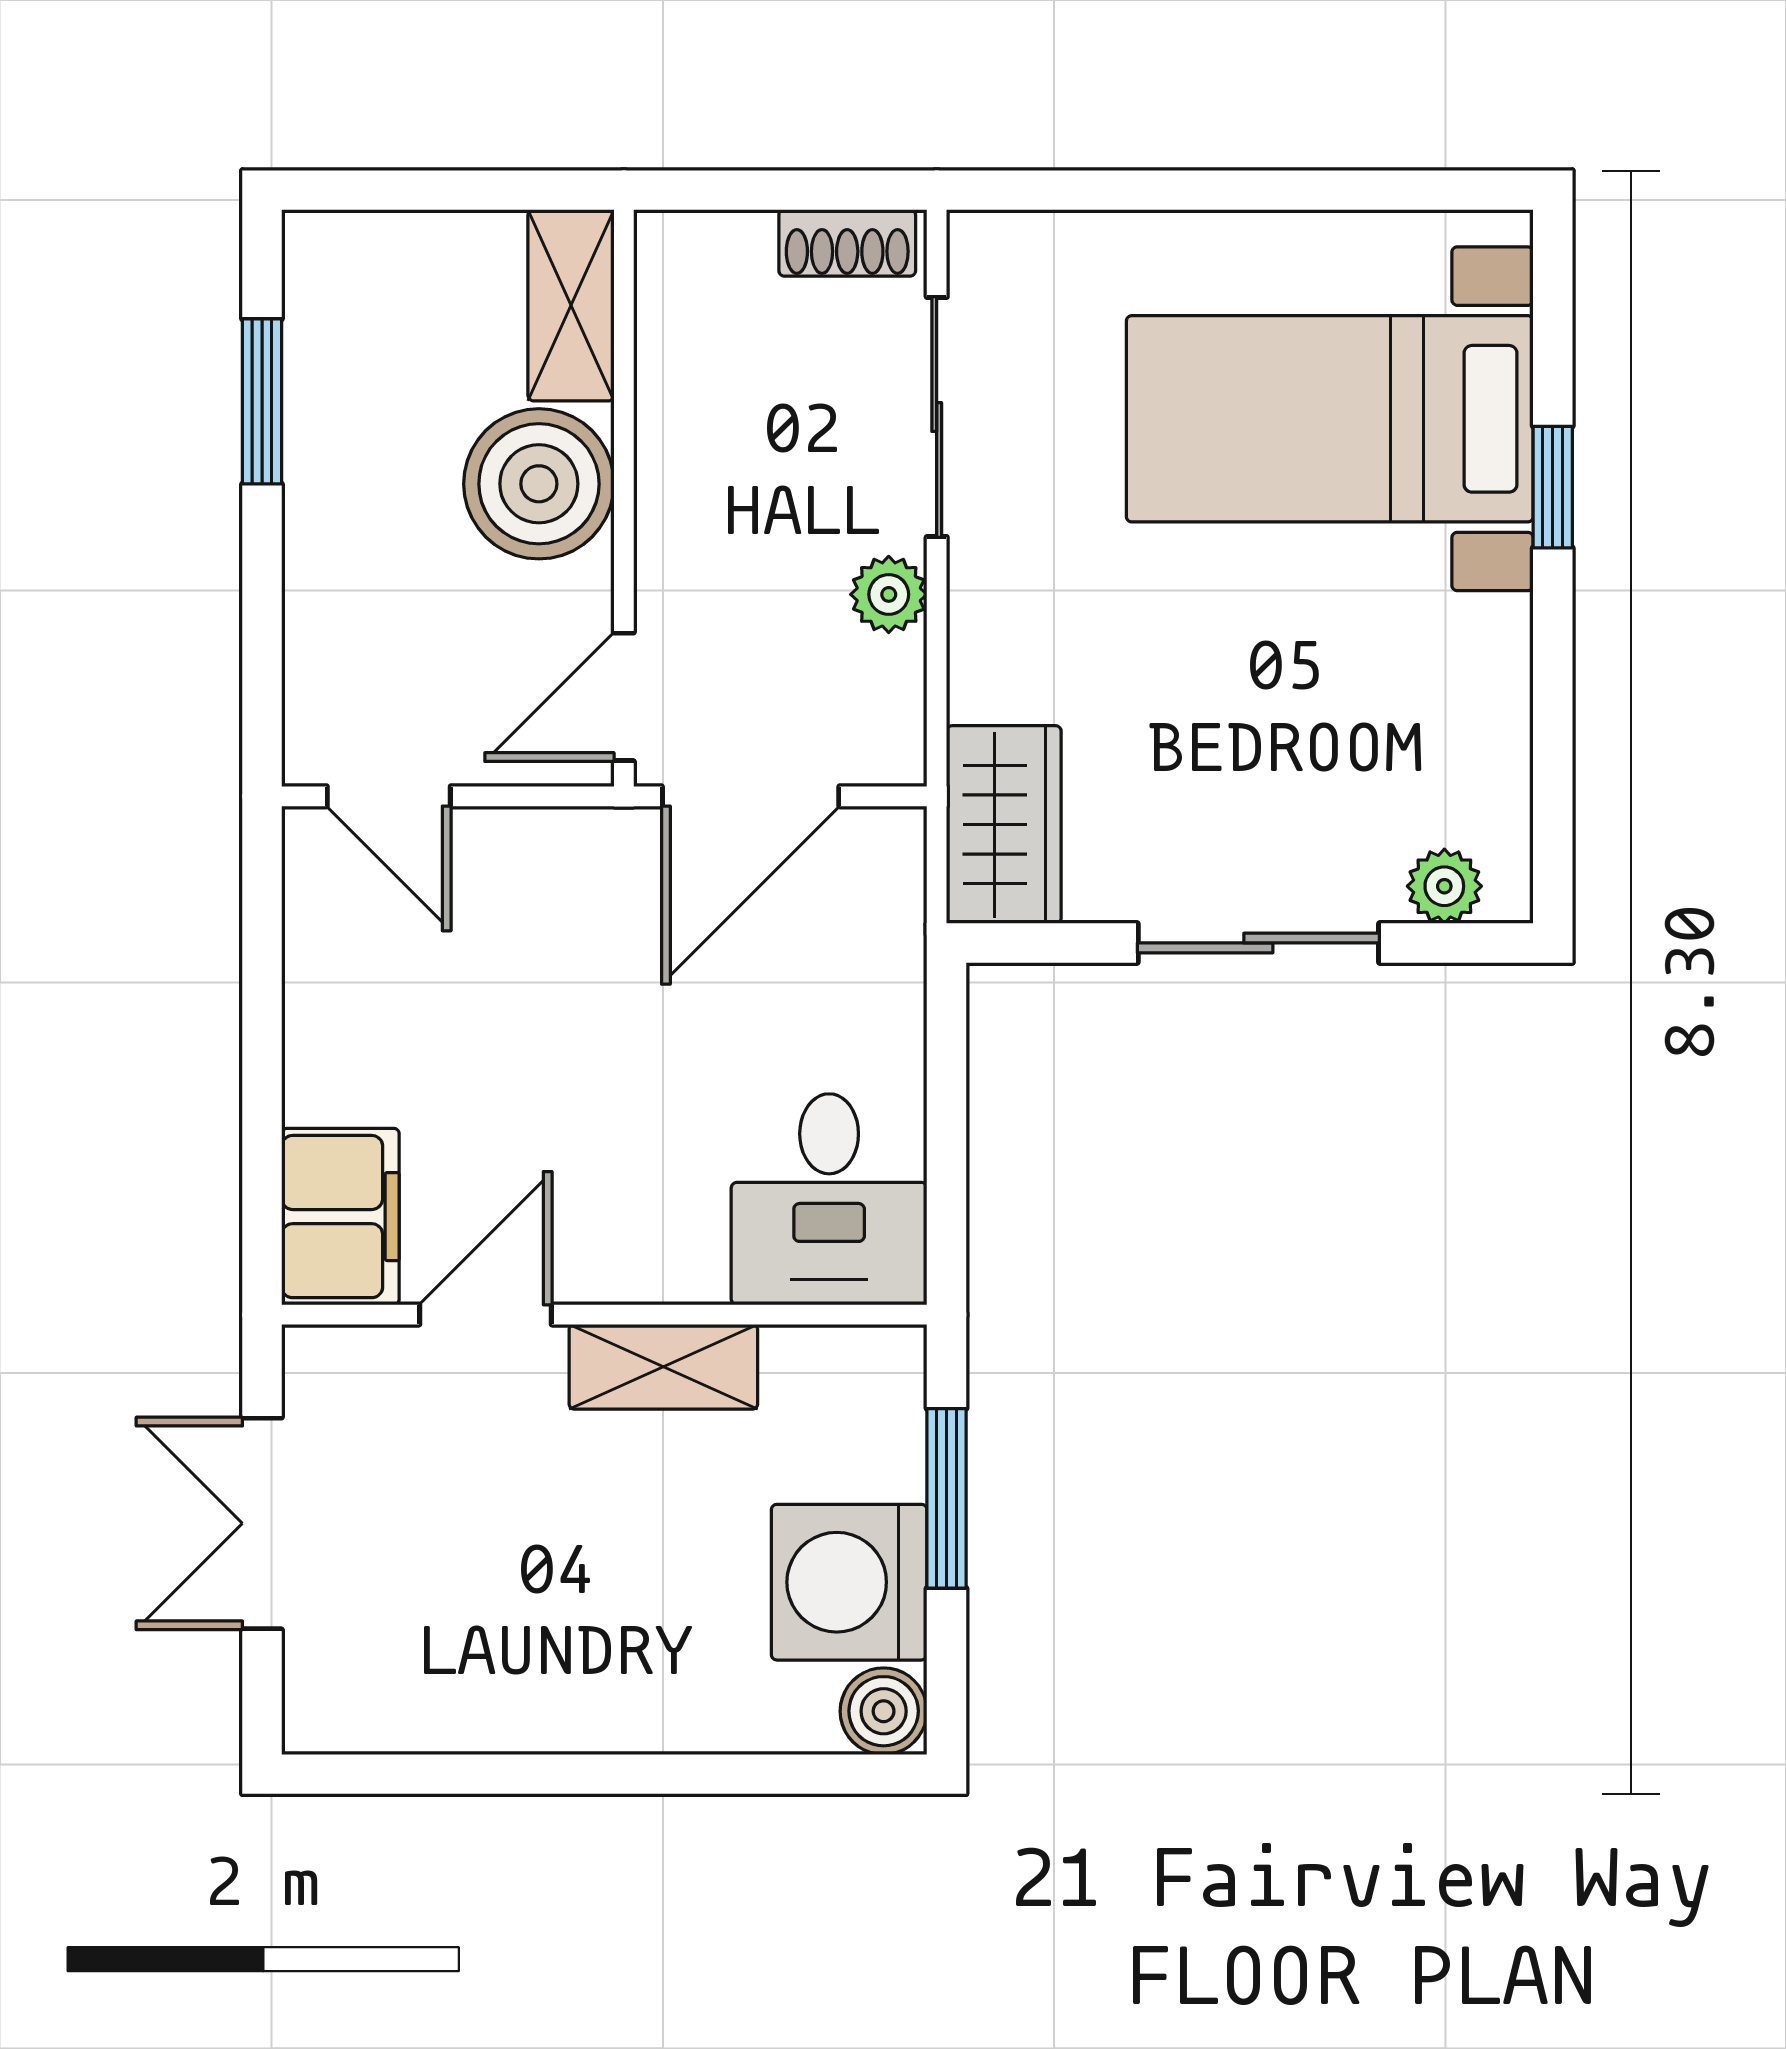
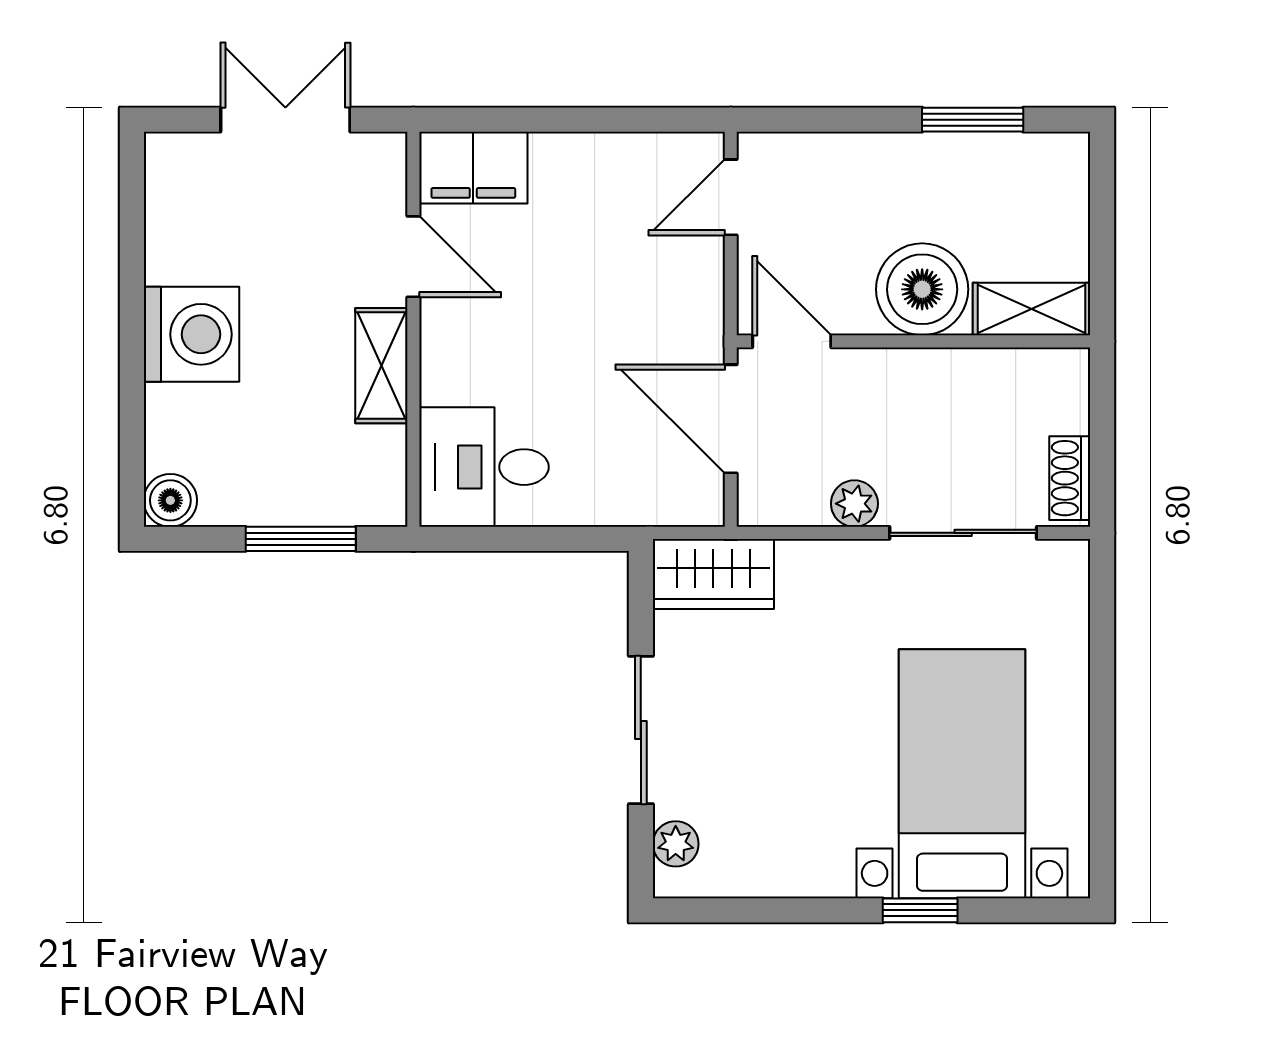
washing machine: (849, 1582) -> (191, 334), moved, turned 90

